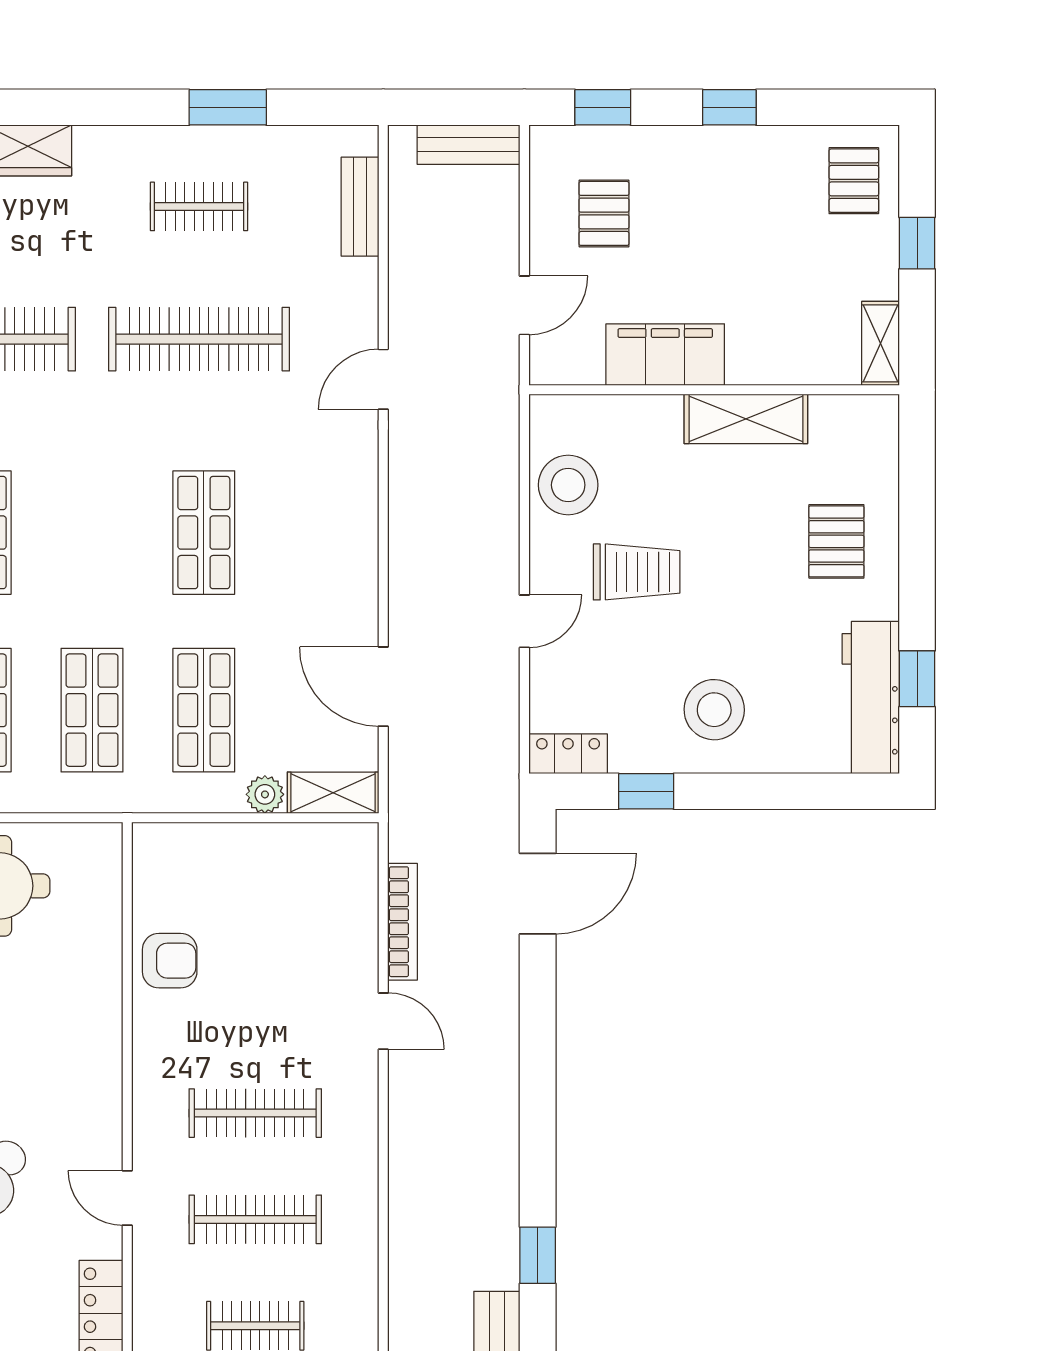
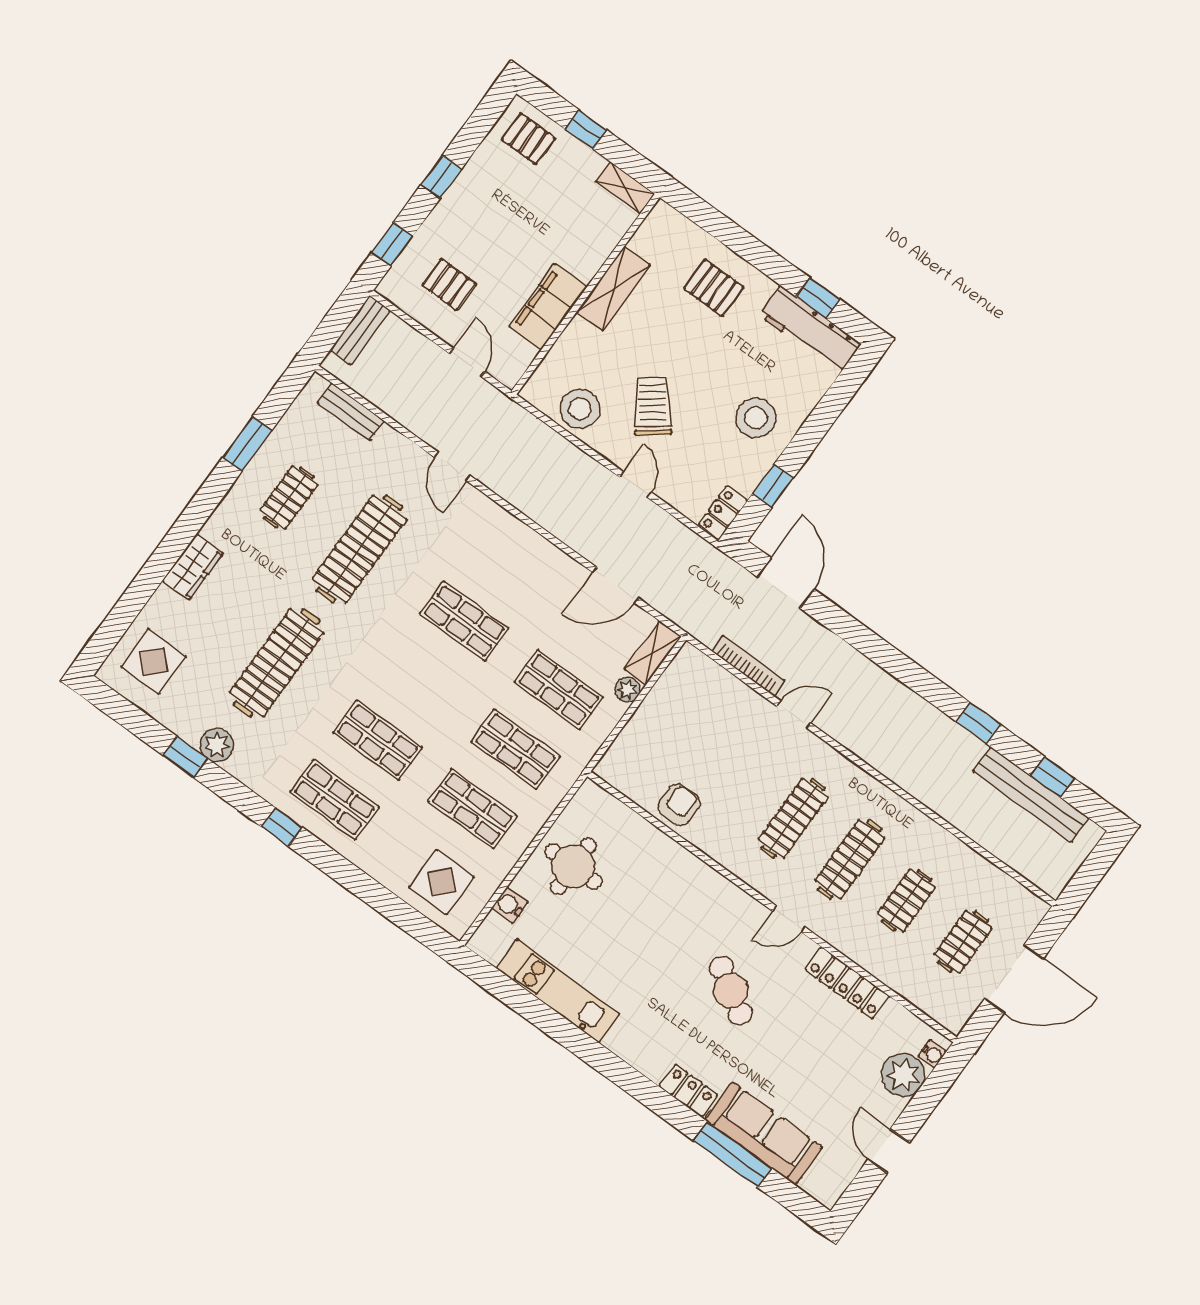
trolley: (637, 572) -> (653, 406), turned -37

